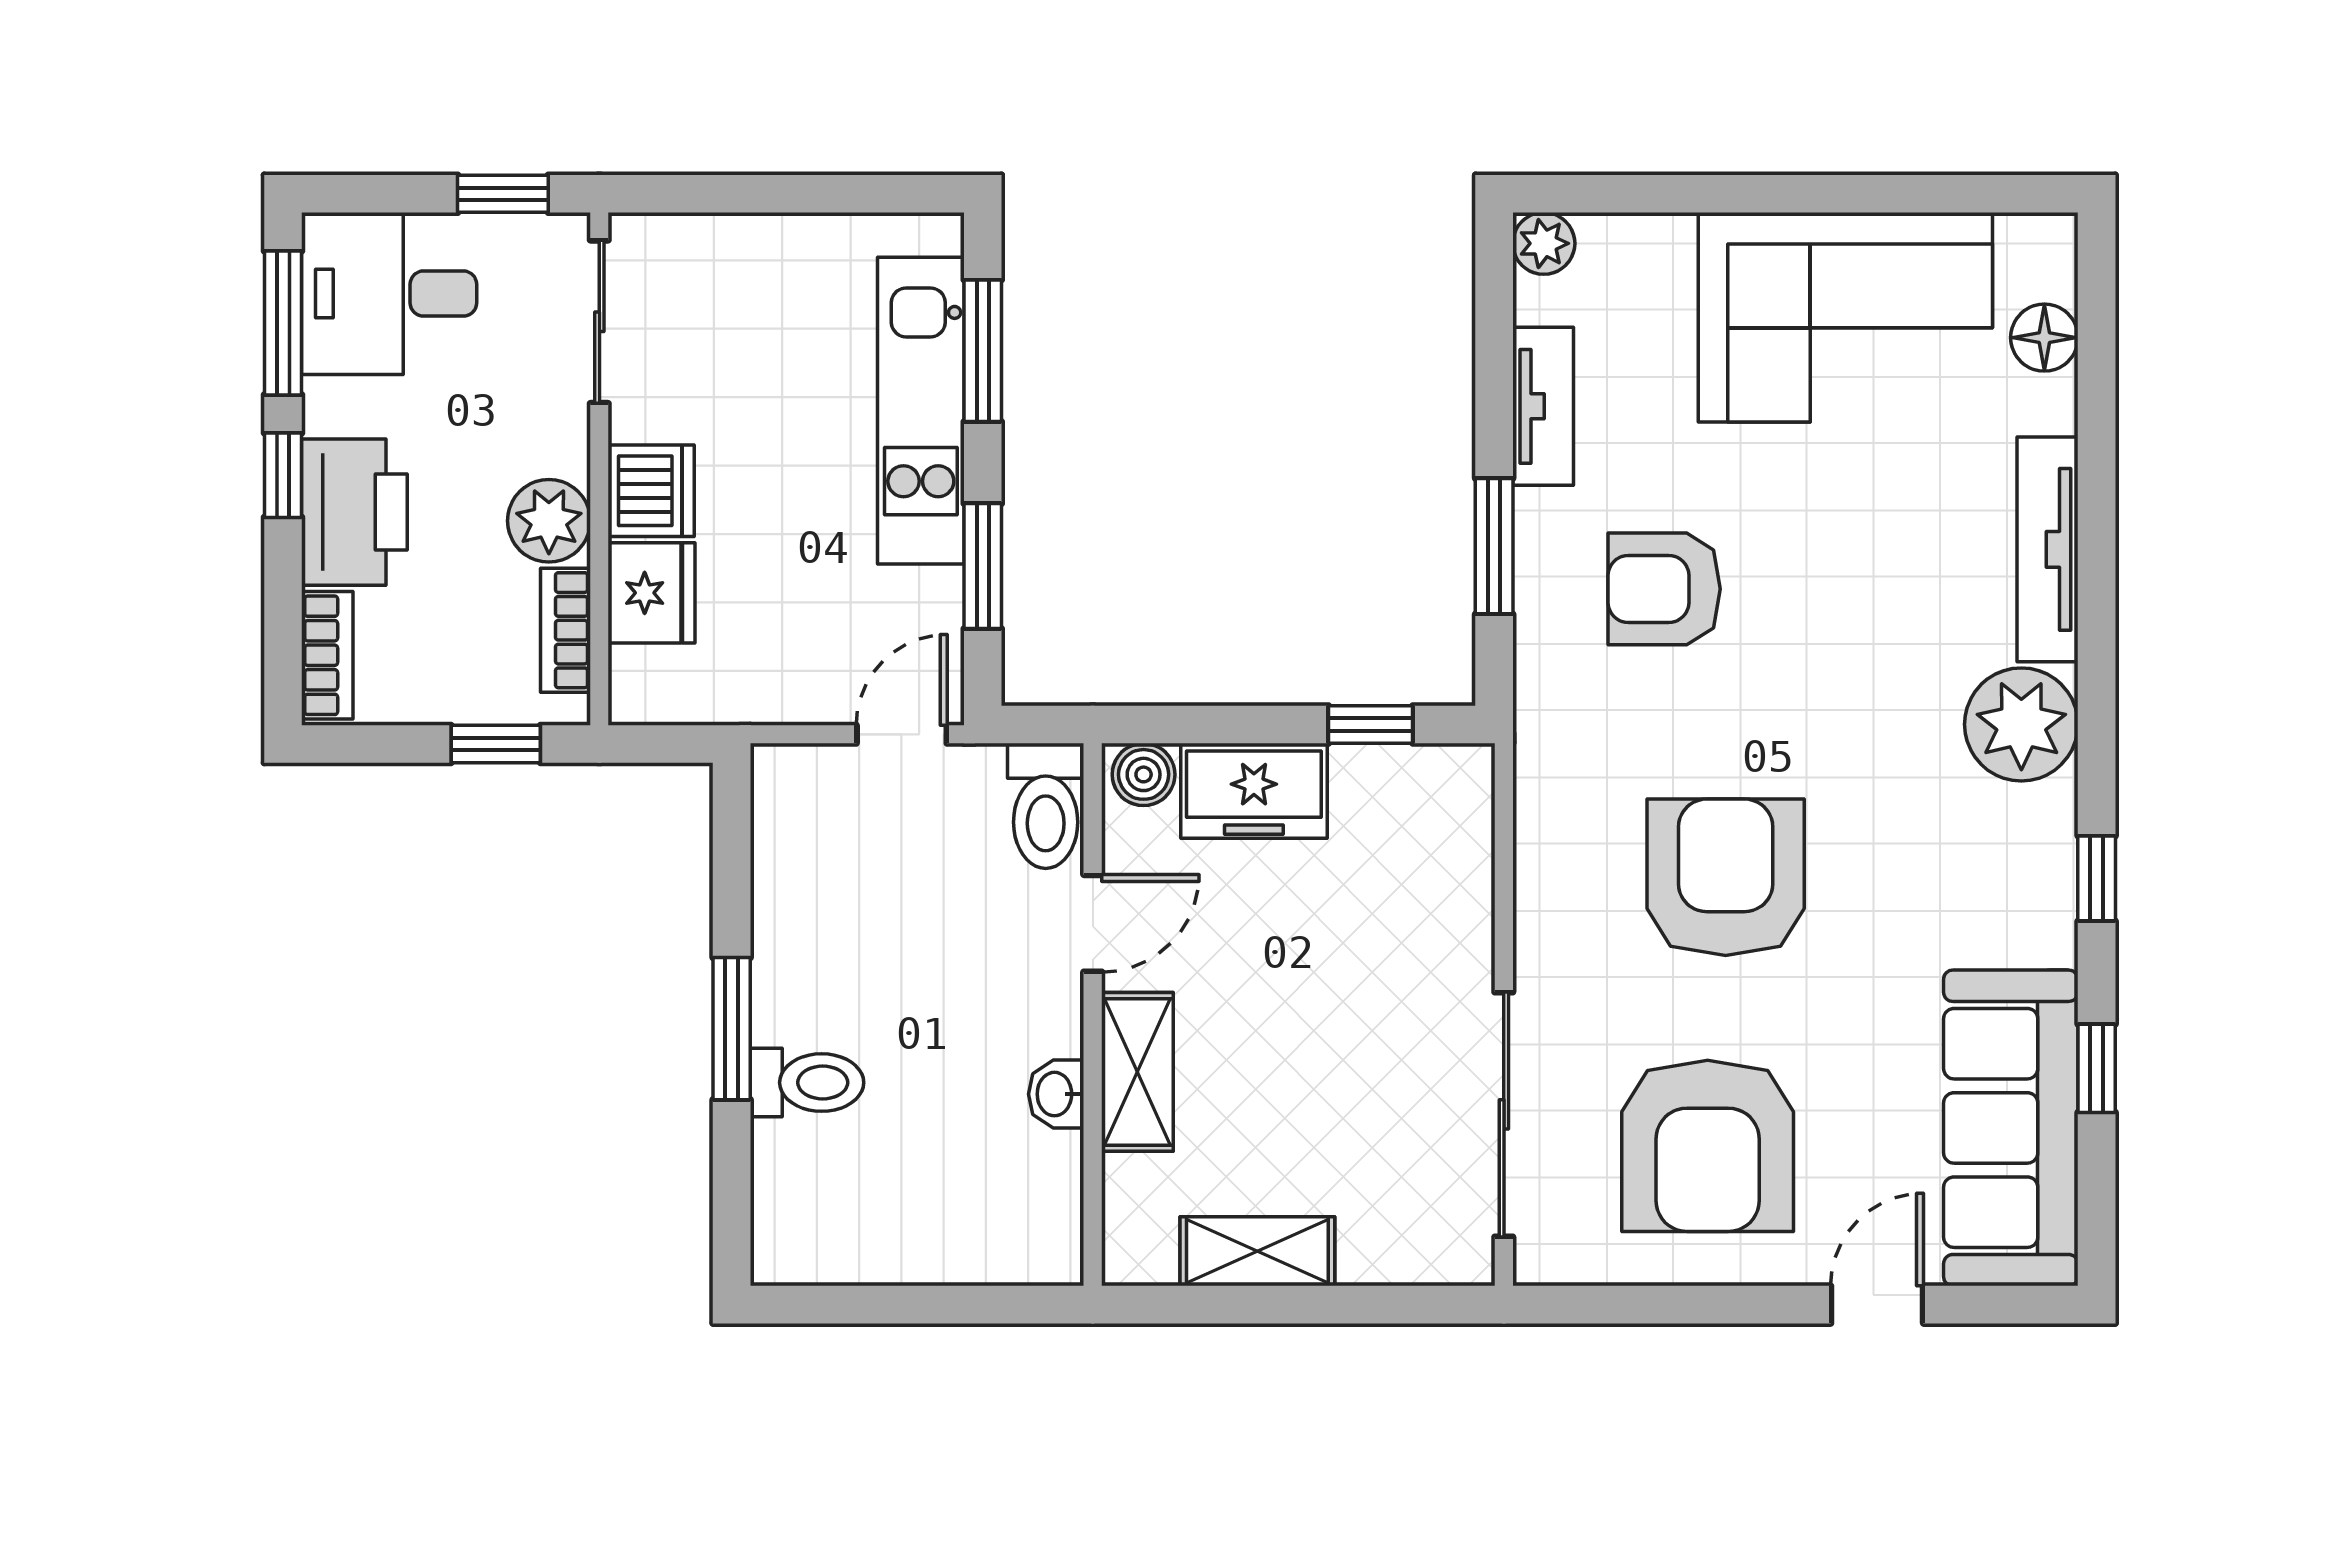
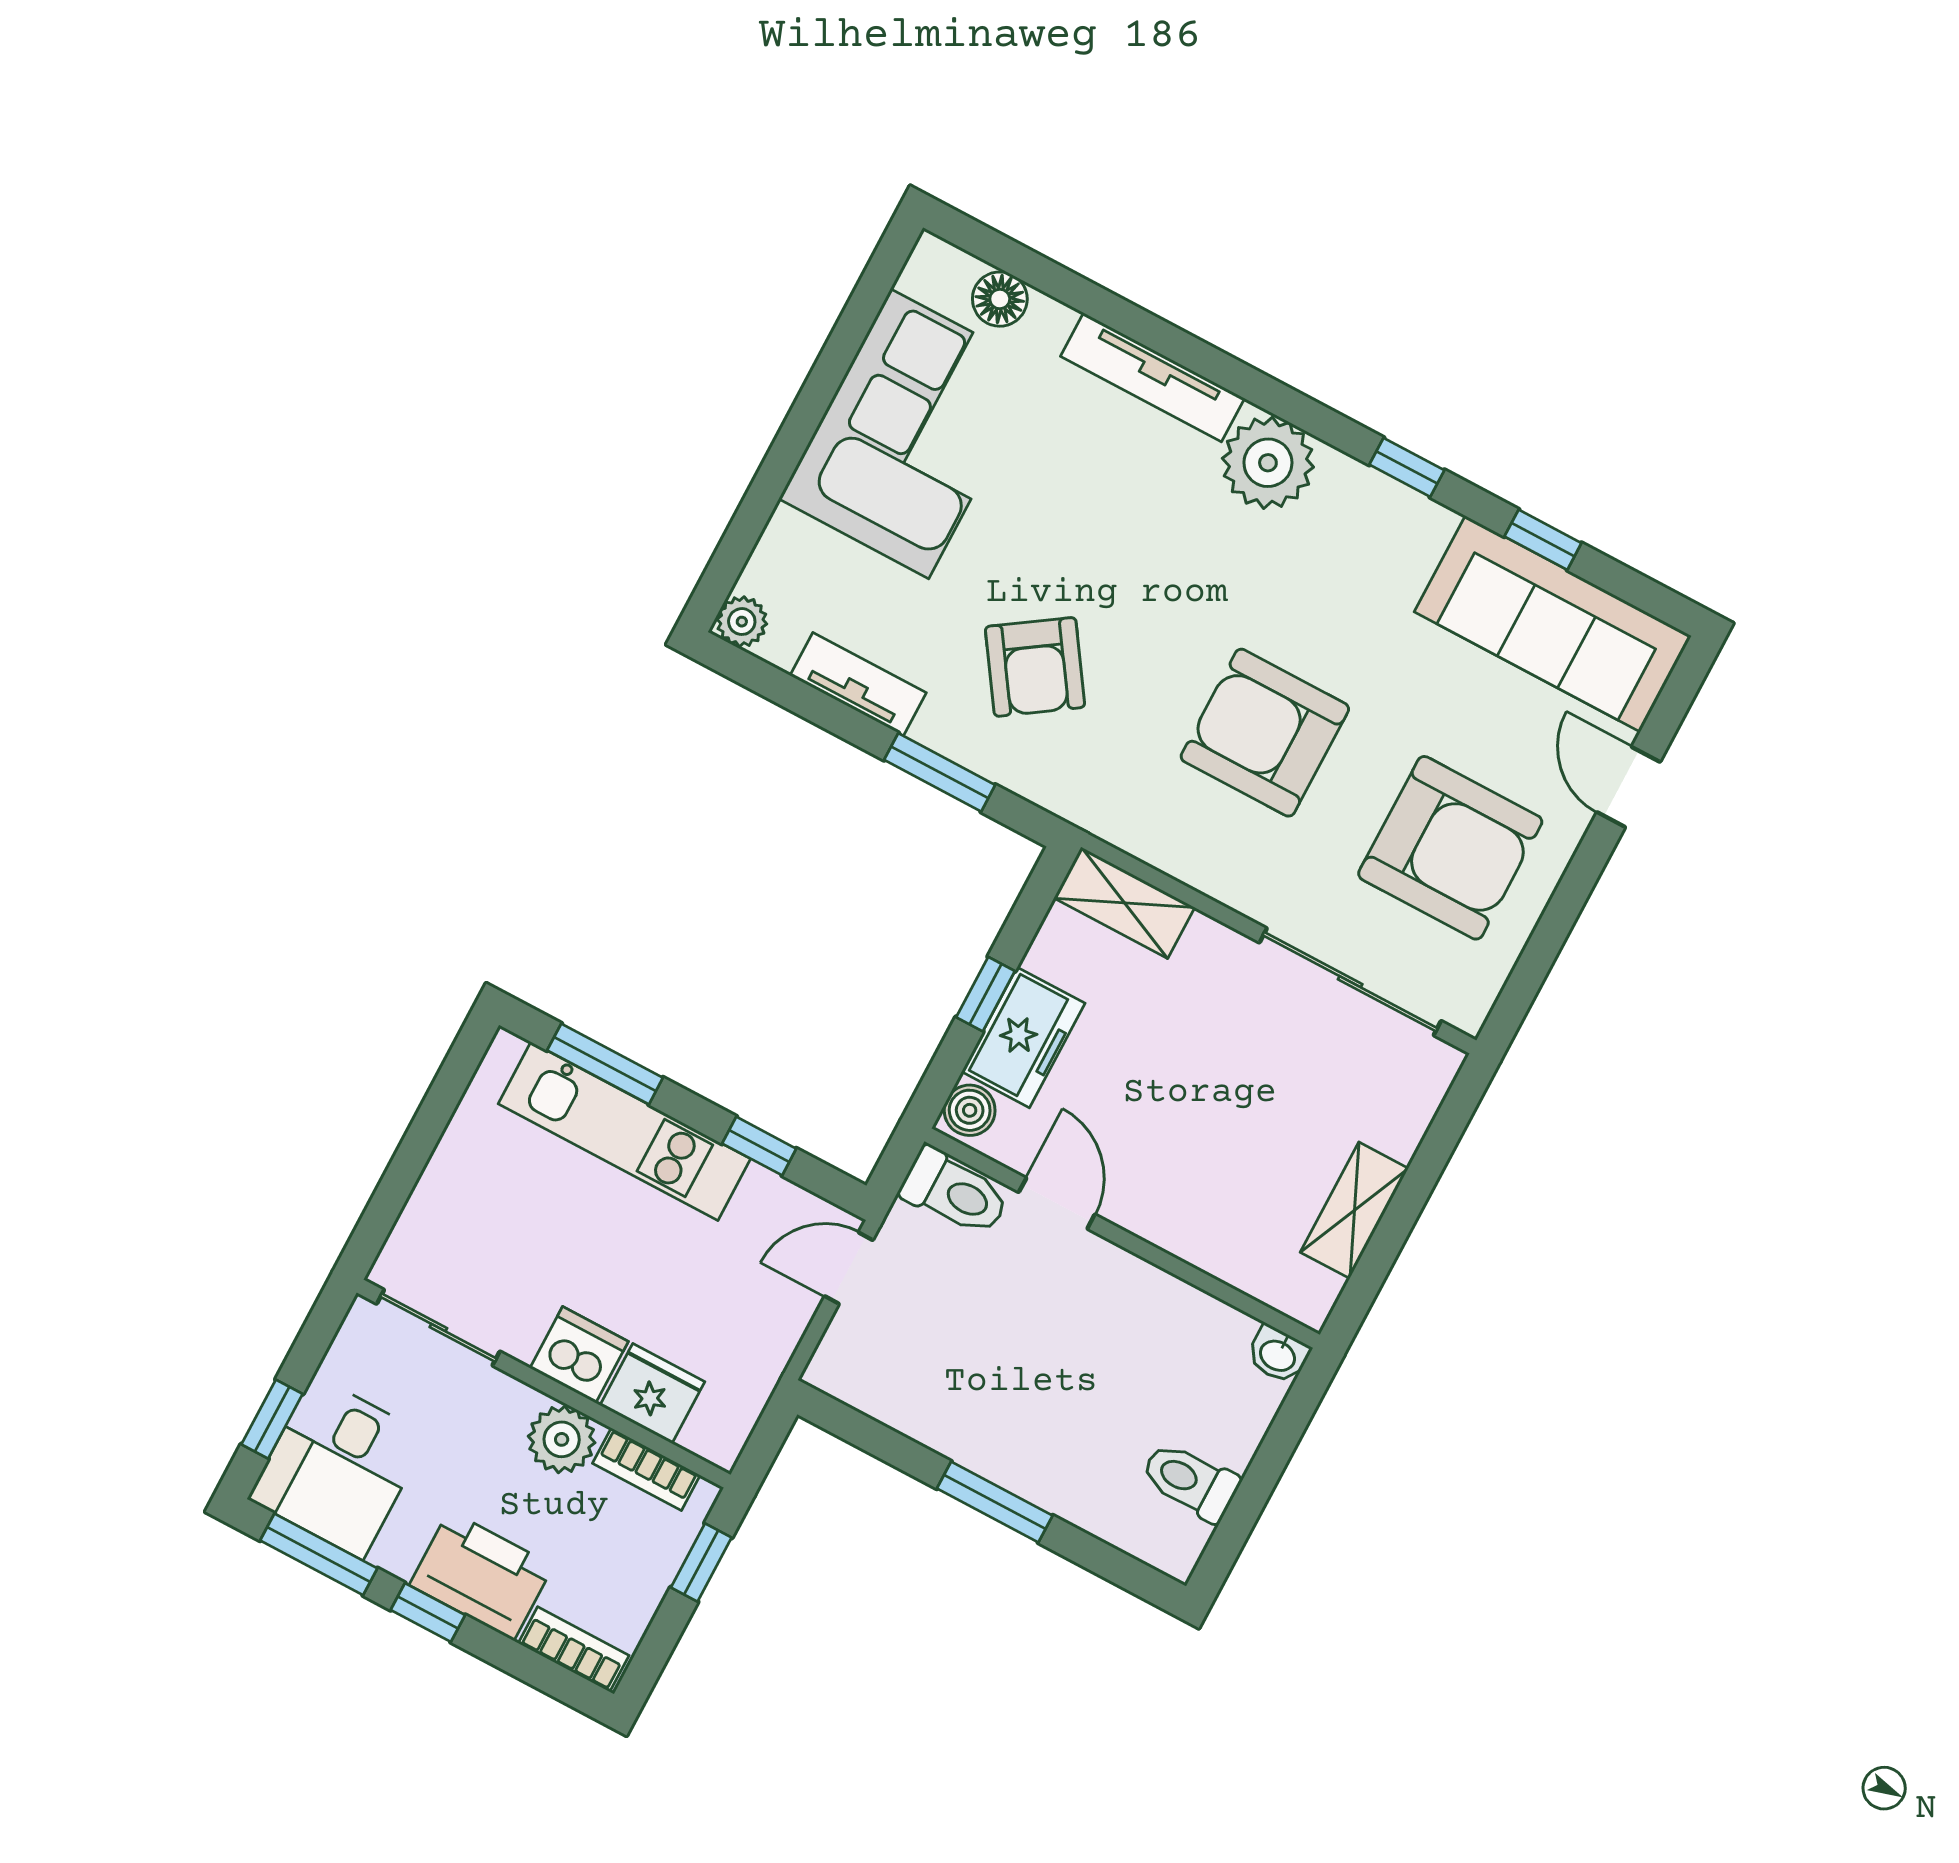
window: (503, 194) -> (272, 1419), moved
window: (983, 566) -> (759, 1146), width x0.67
armchair: (1664, 589) -> (1035, 667), turned -34
window: (1371, 725) -> (986, 994), moved
door: (902, 734) -> (849, 1268), hinge flipped
shelving: (1137, 1072) -> (1124, 903), moved
toilet: (807, 1083) -> (1190, 1481), moved, turned -90
washbasin: (1056, 1094) -> (1278, 1355), moved

